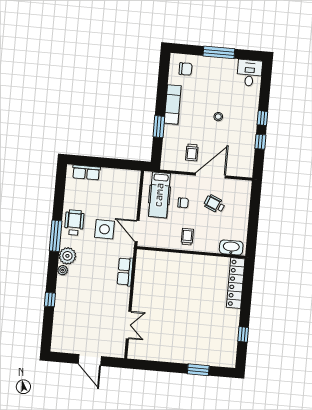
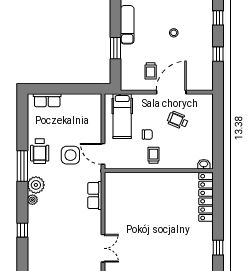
window: (262, 118) -> (218, 18), moved
chair: (183, 203) -> (147, 134), moved
wheelchair: (74, 223) -> (40, 151), turned 180
washbasin: (231, 247) -> (204, 164), width x0.52, depth x0.69

